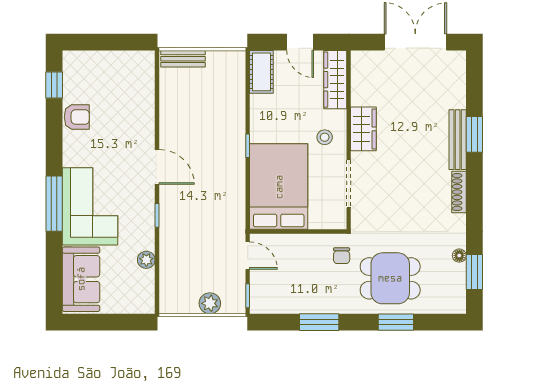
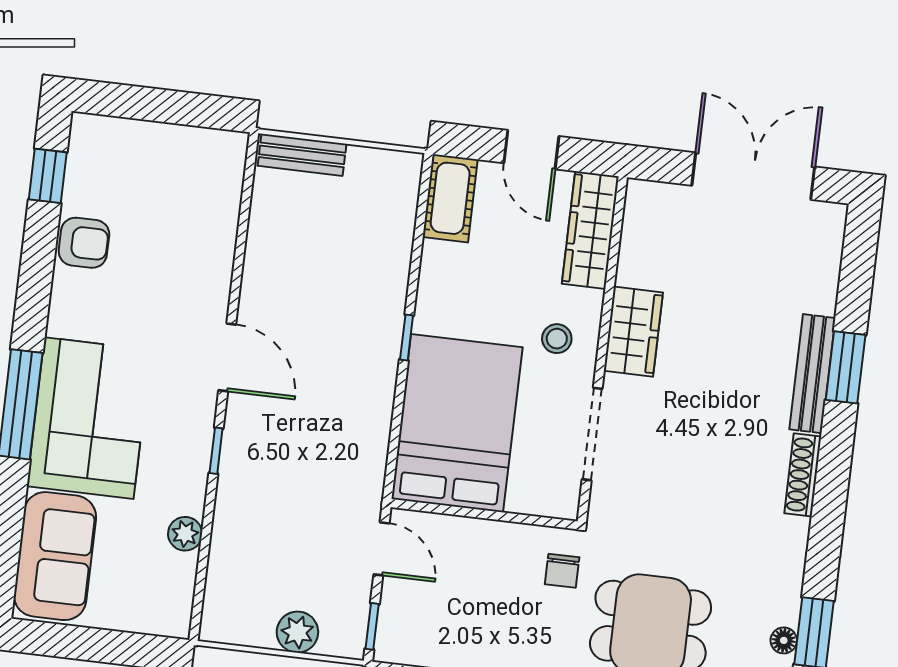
floor lamp: (459, 256) -> (784, 640), moved

